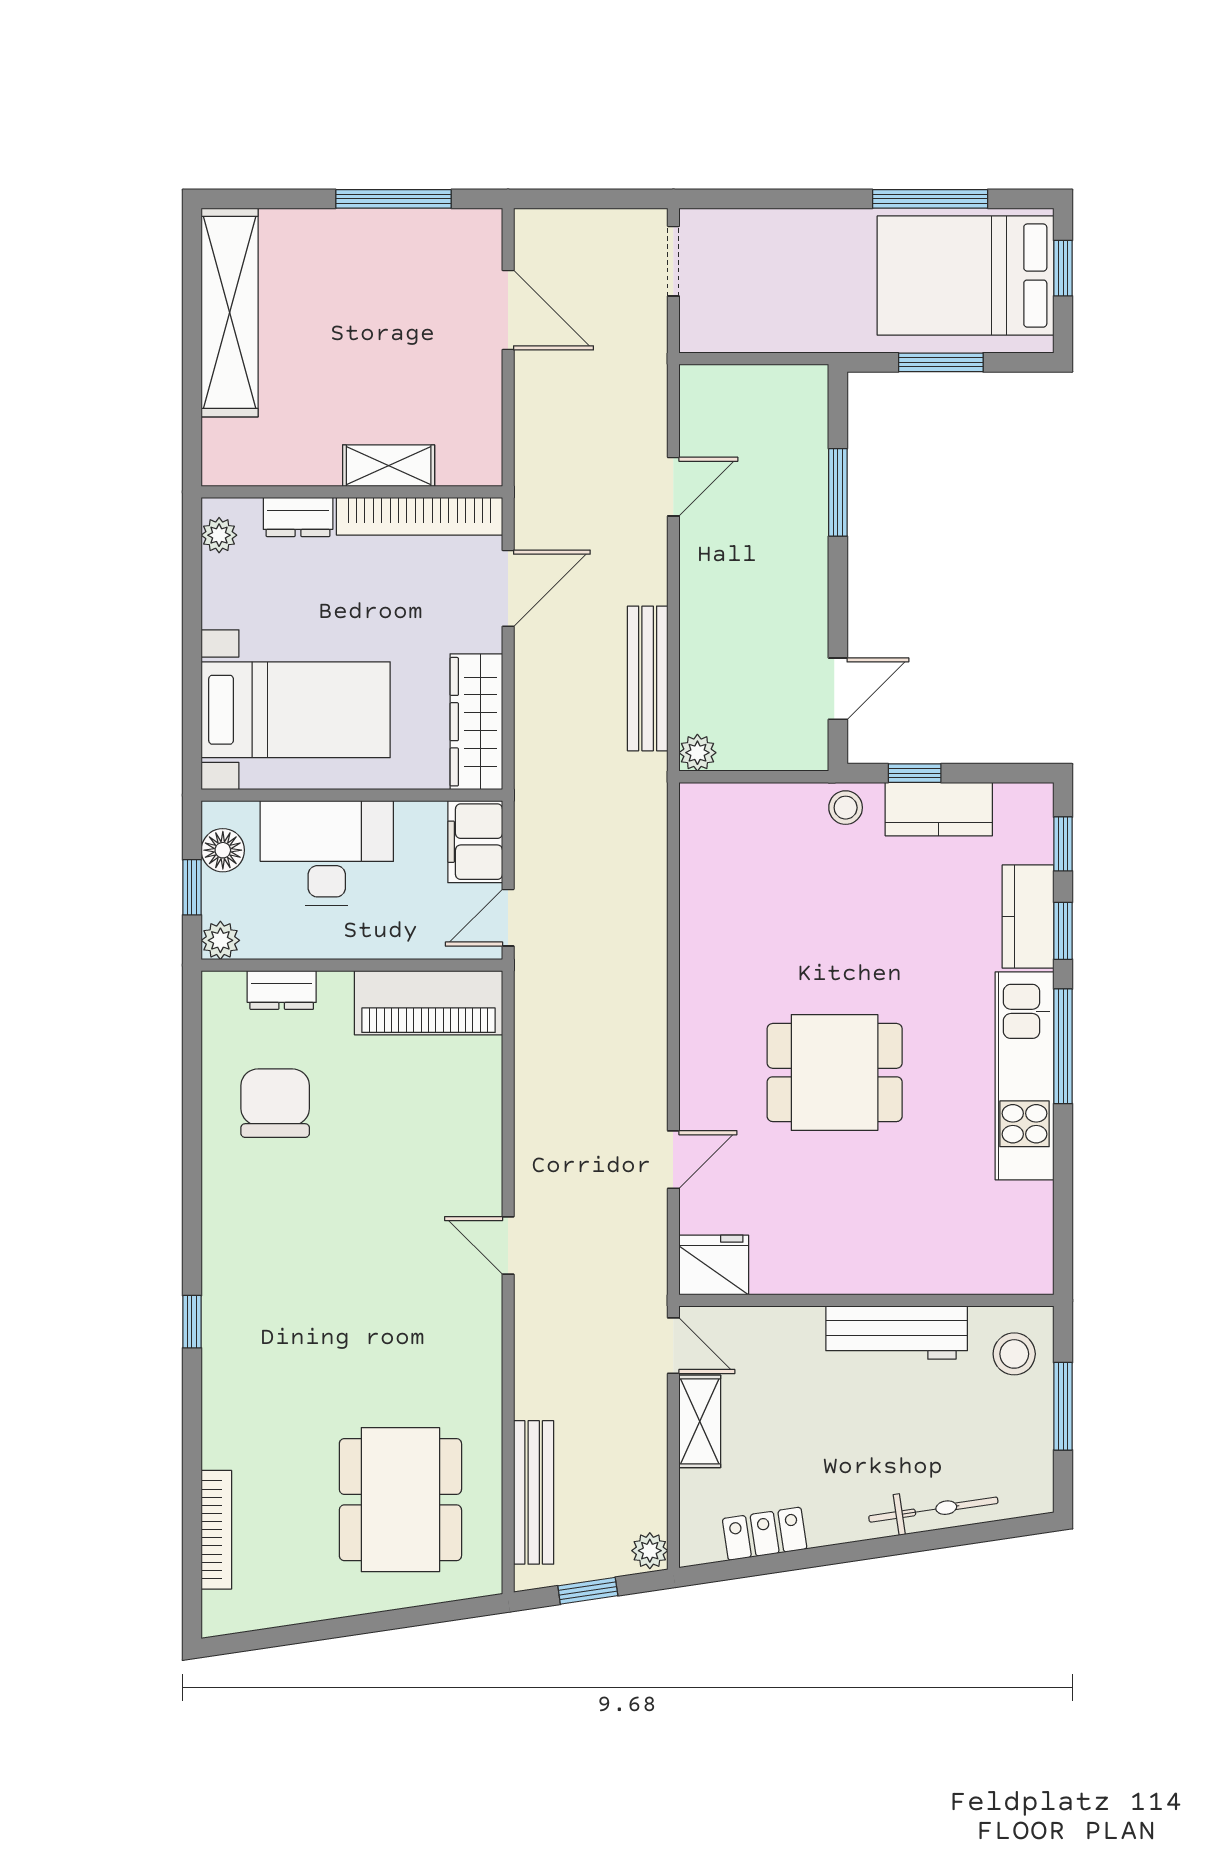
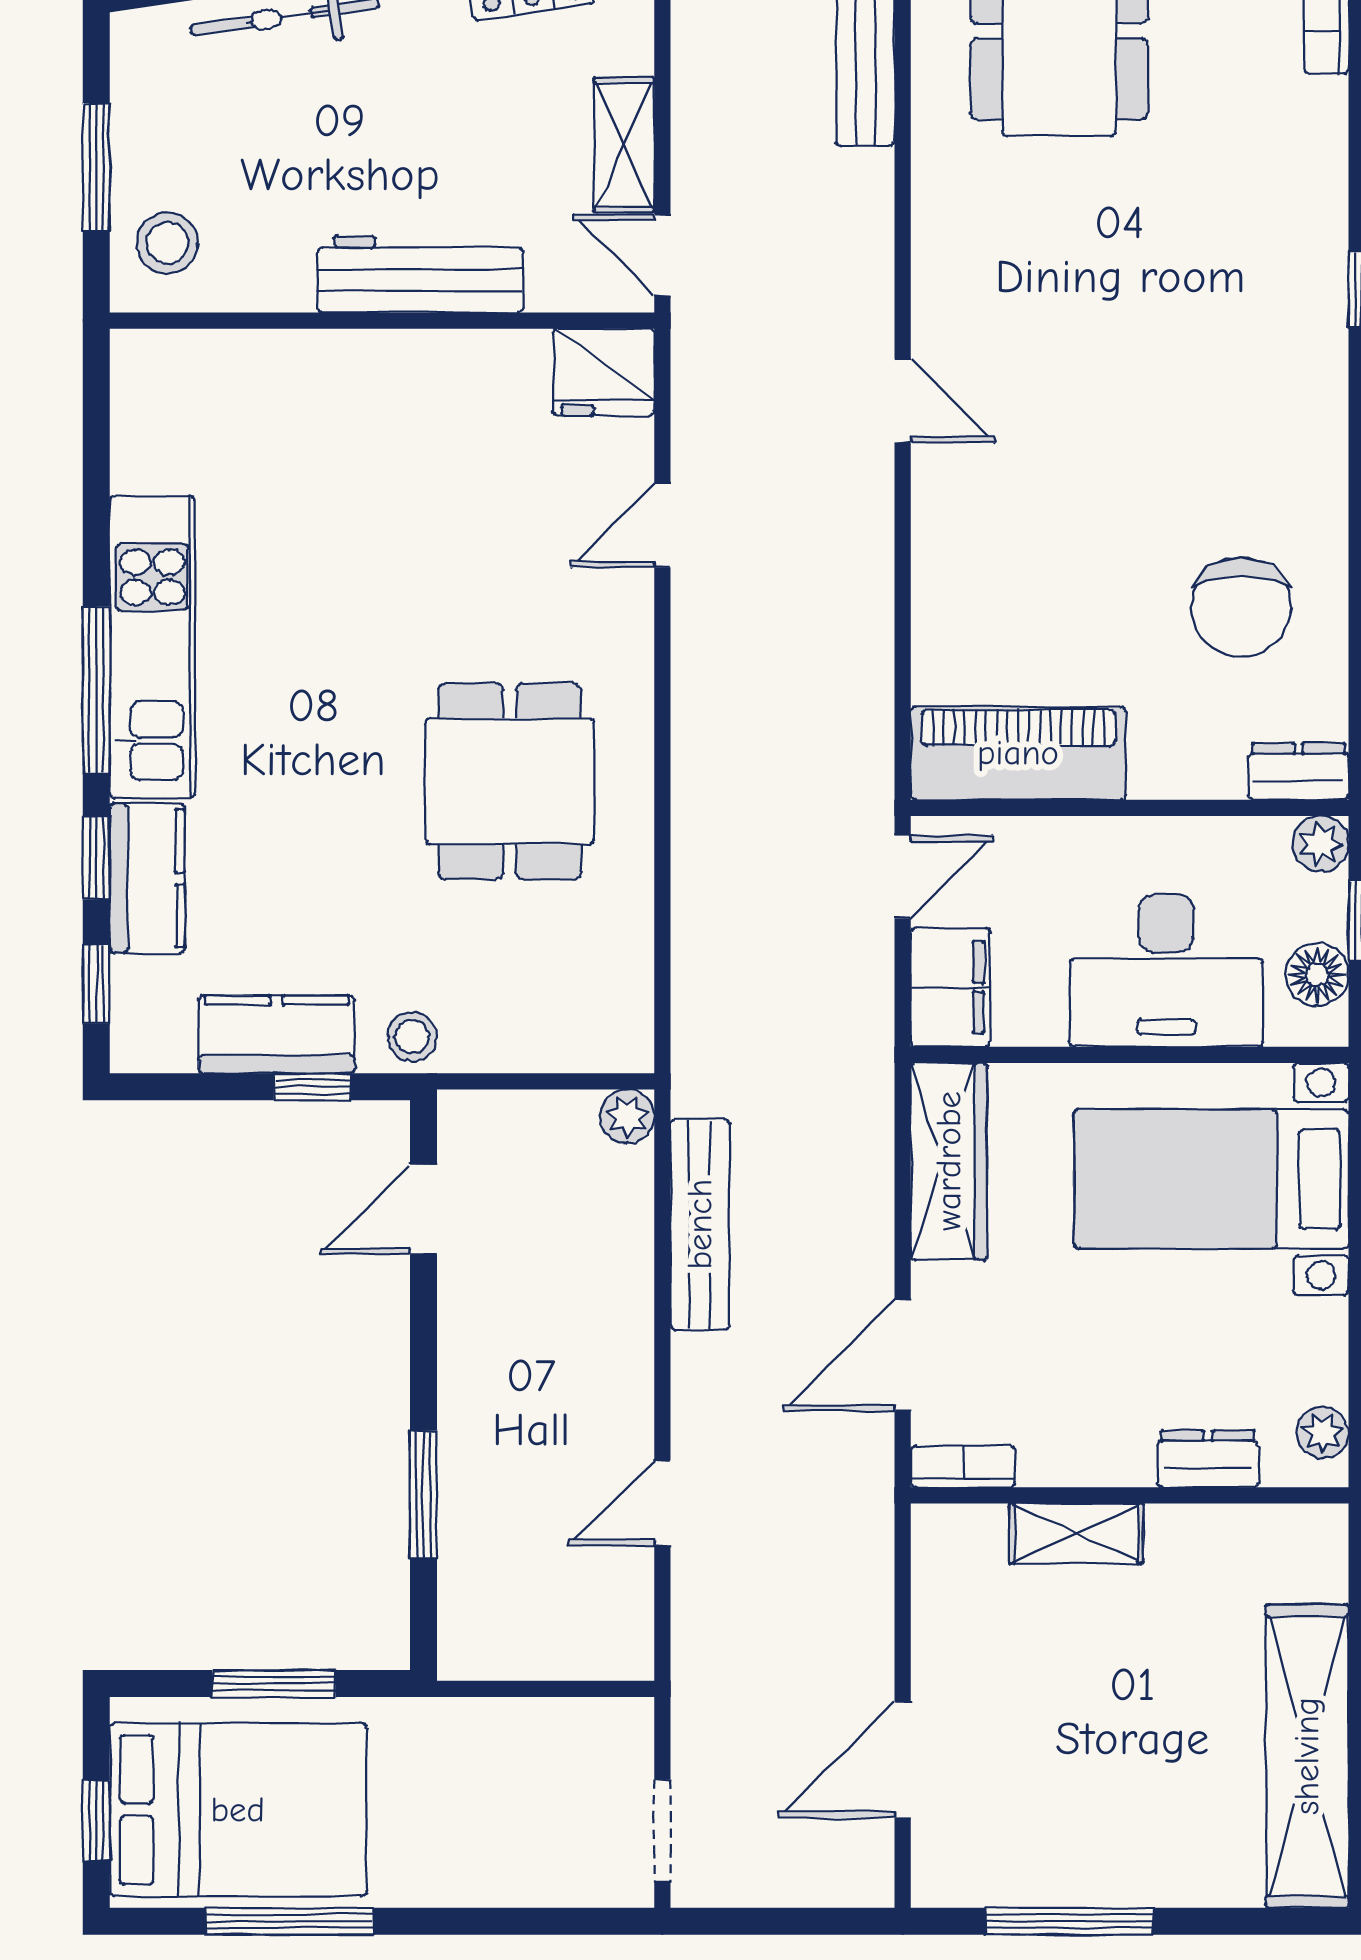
door: (508, 310) -> (903, 1760), hinge flipped
bookcase: (419, 516) -> (963, 1466), width x0.43, depth x0.76
dresser: (282, 990) -> (1298, 772), moved
dining table: (835, 1073) -> (510, 781), moved, turned 90
workbench: (897, 1333) -> (420, 274), moved

